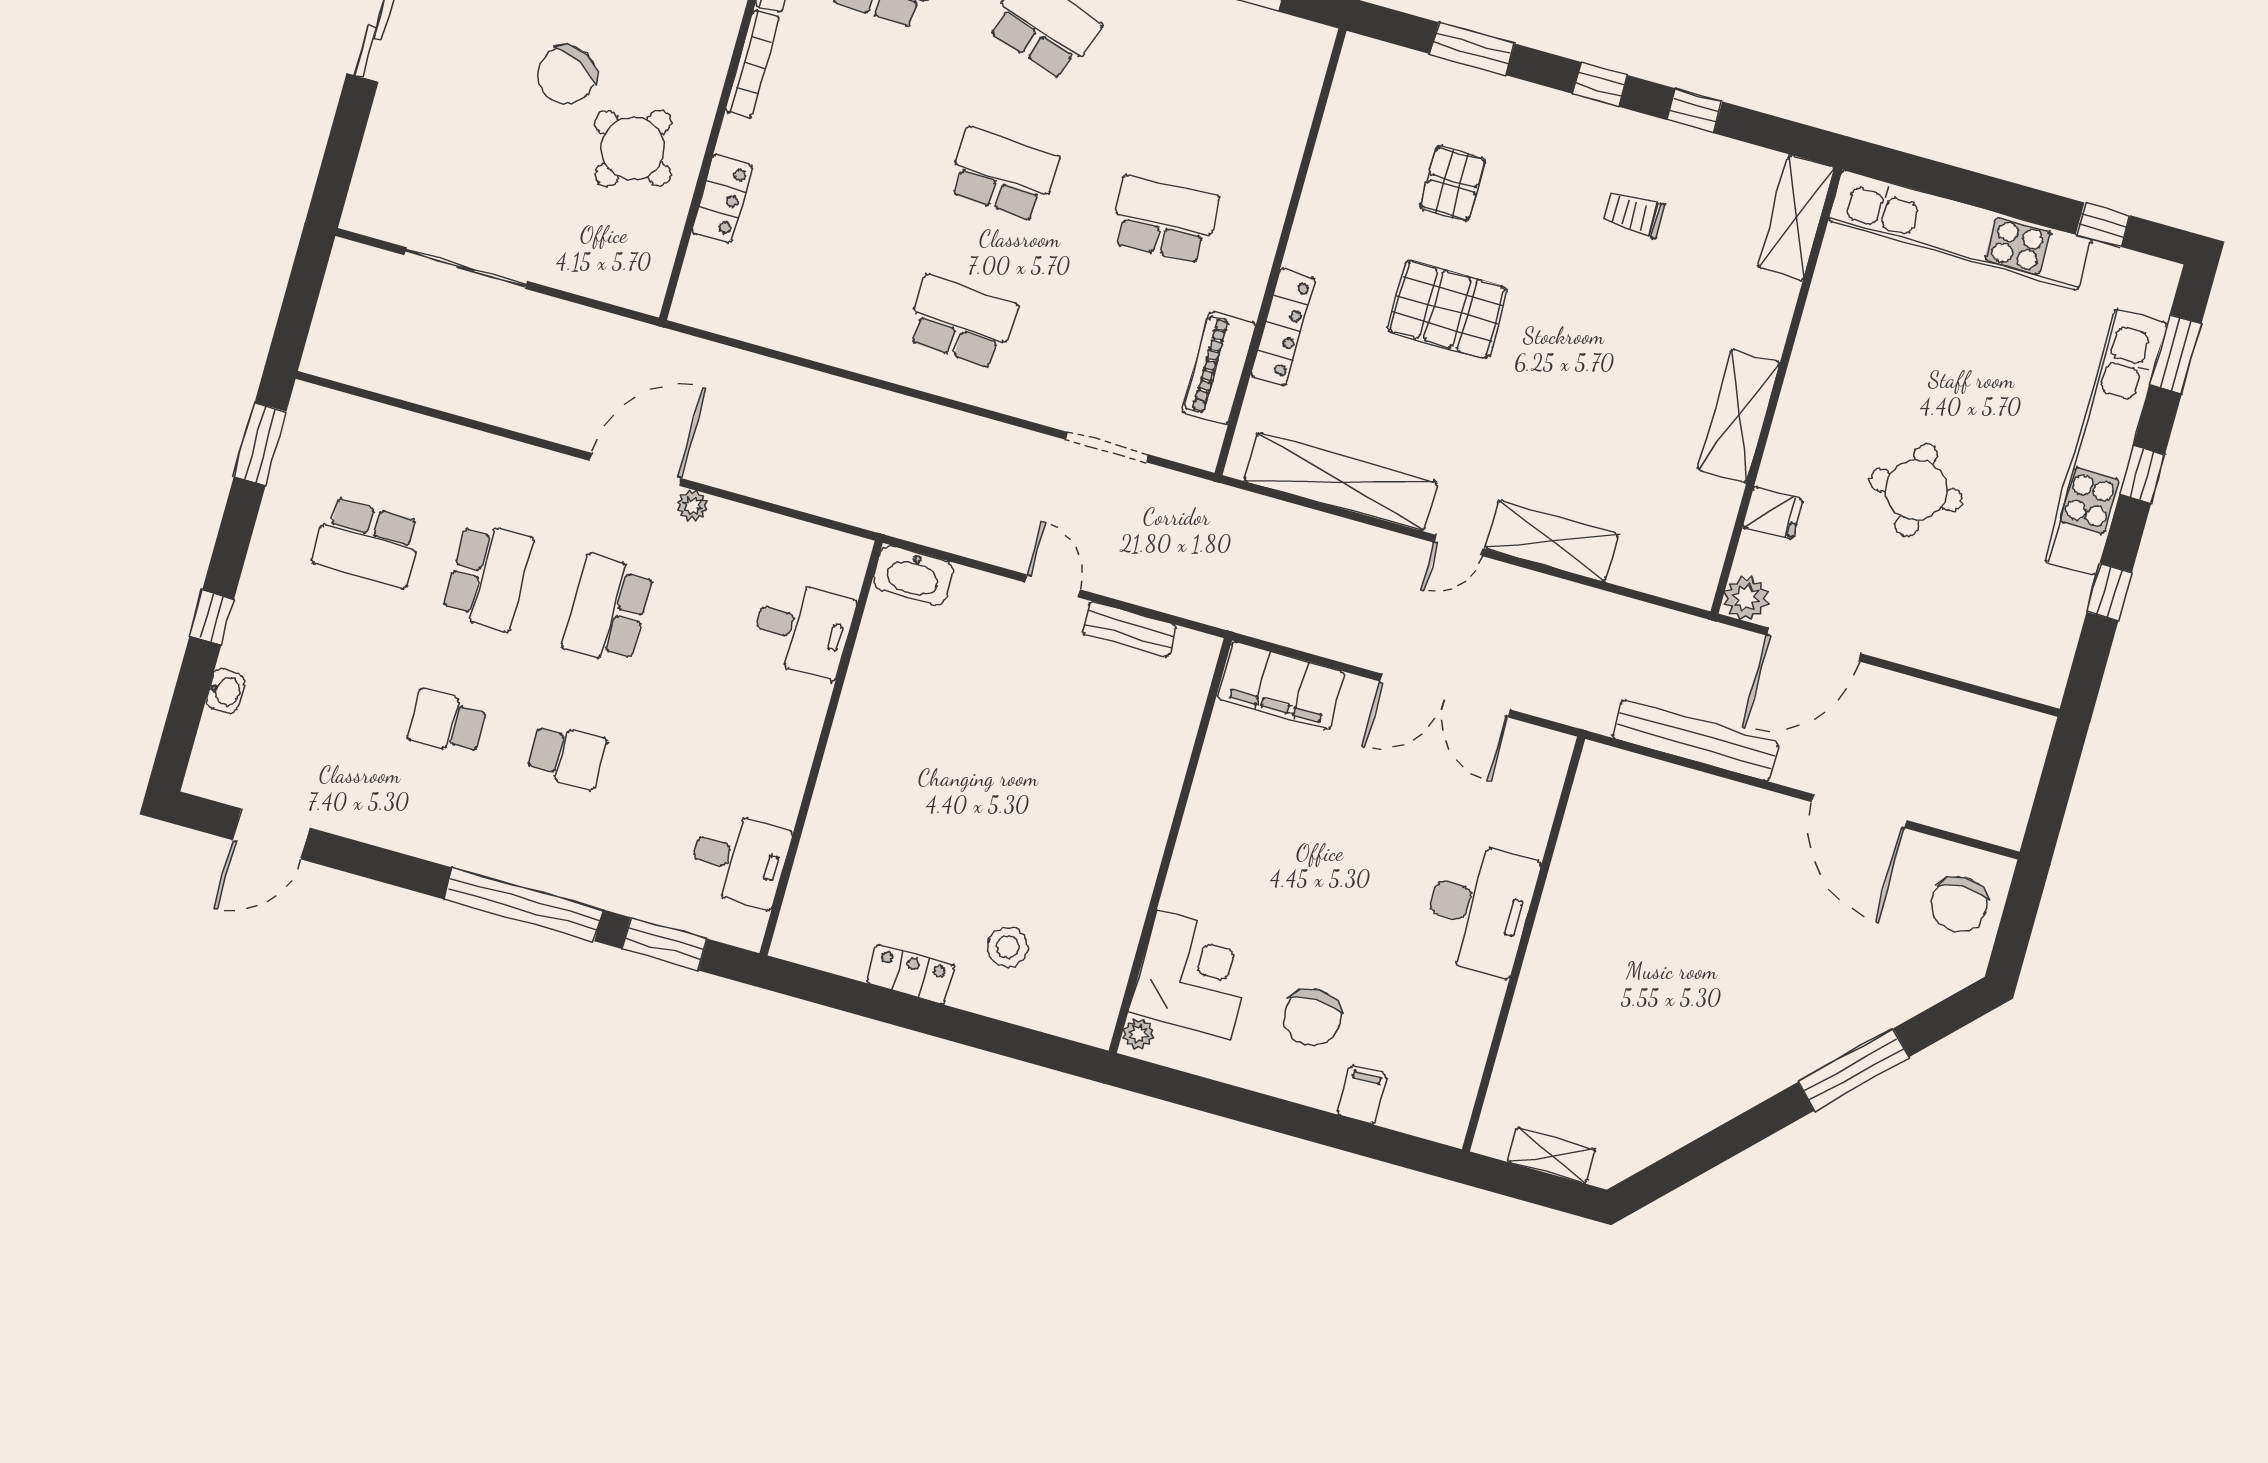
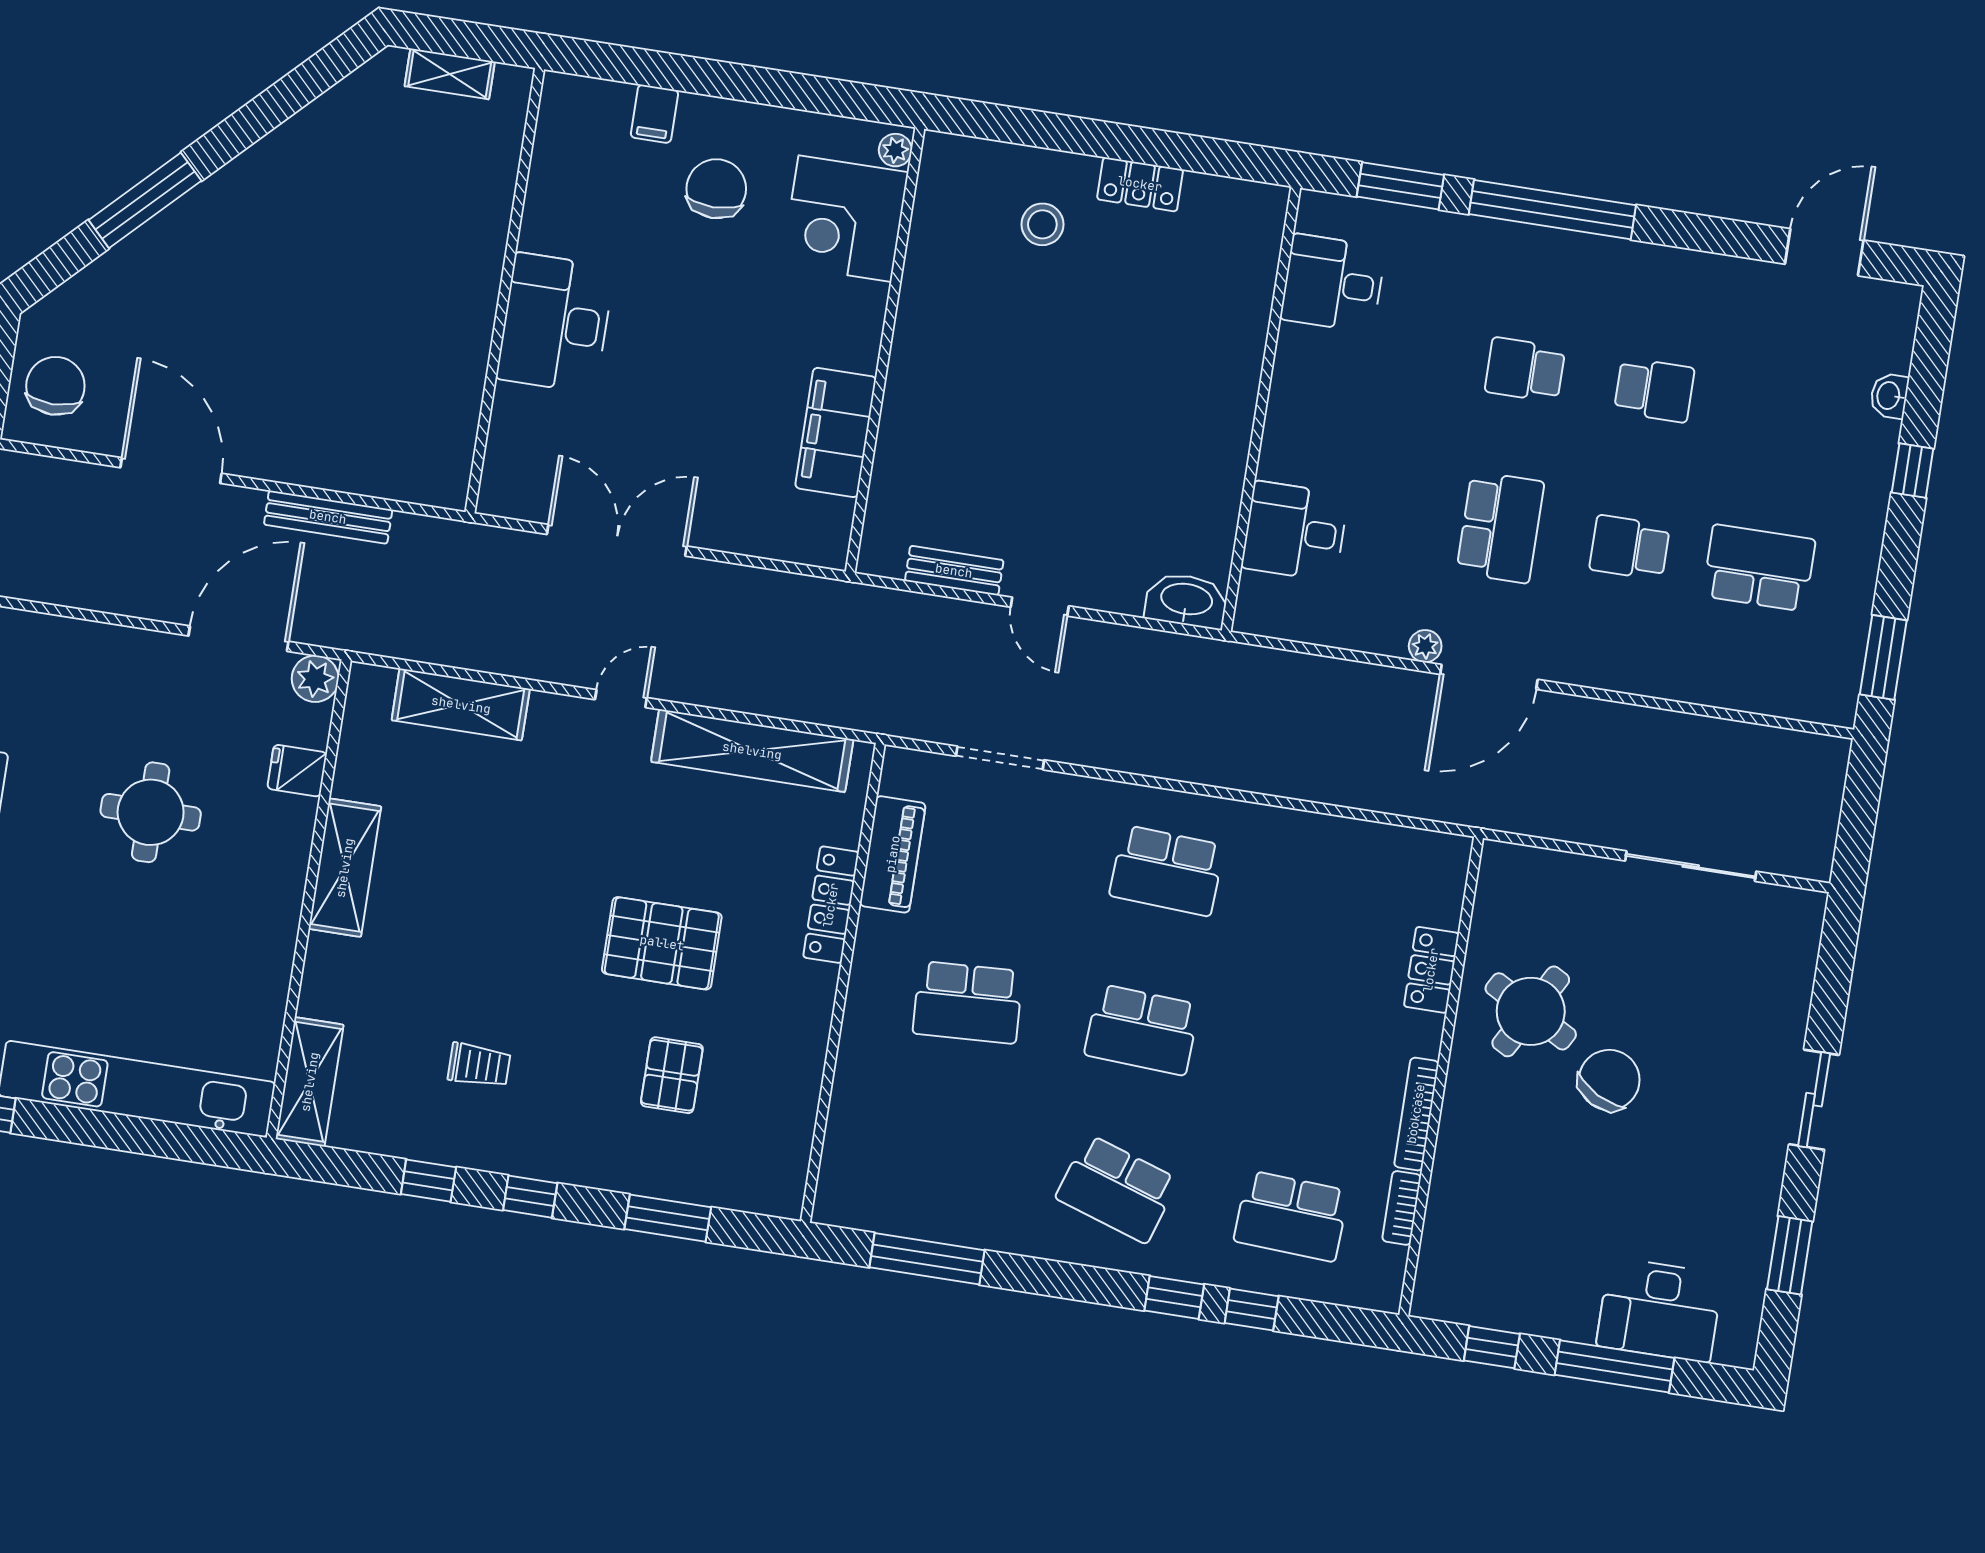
shelving: (1552, 541) -> (461, 705), moved
school desk: (488, 576) -> (1630, 548), width x0.54
filing cabinet: (1281, 685) -> (836, 432), moved, turned -90
bench: (1696, 740) -> (328, 517), width x0.73, depth x0.82

